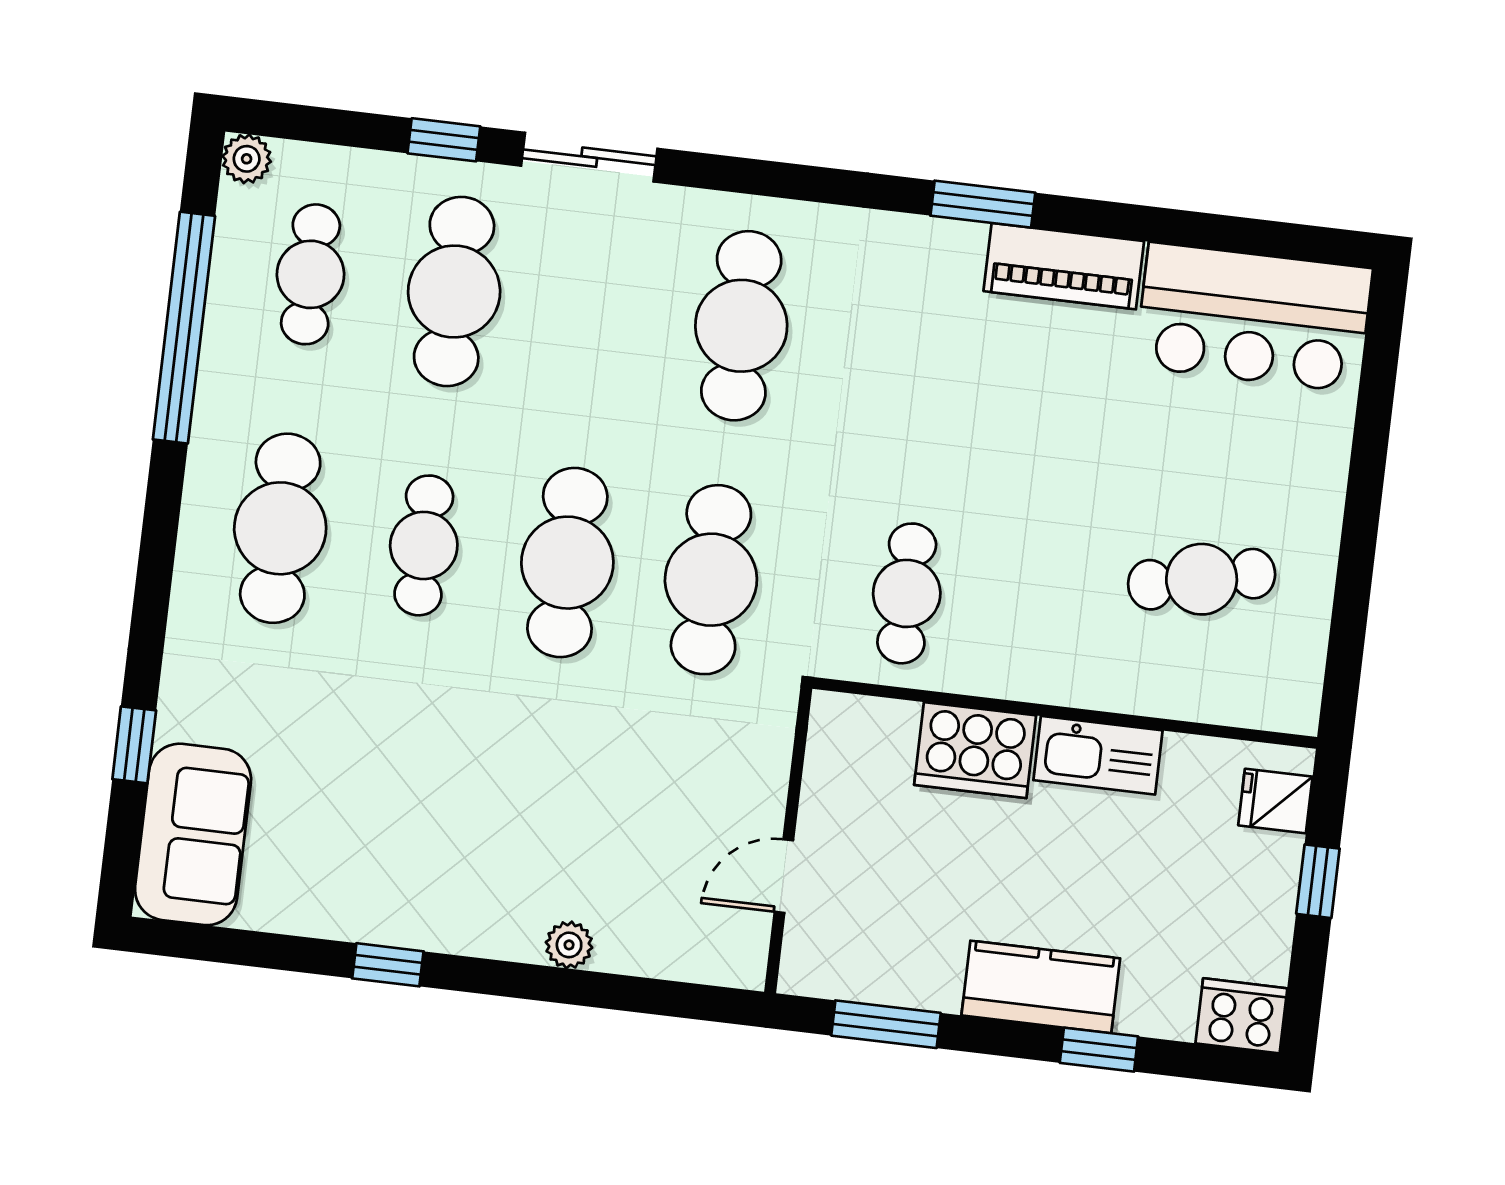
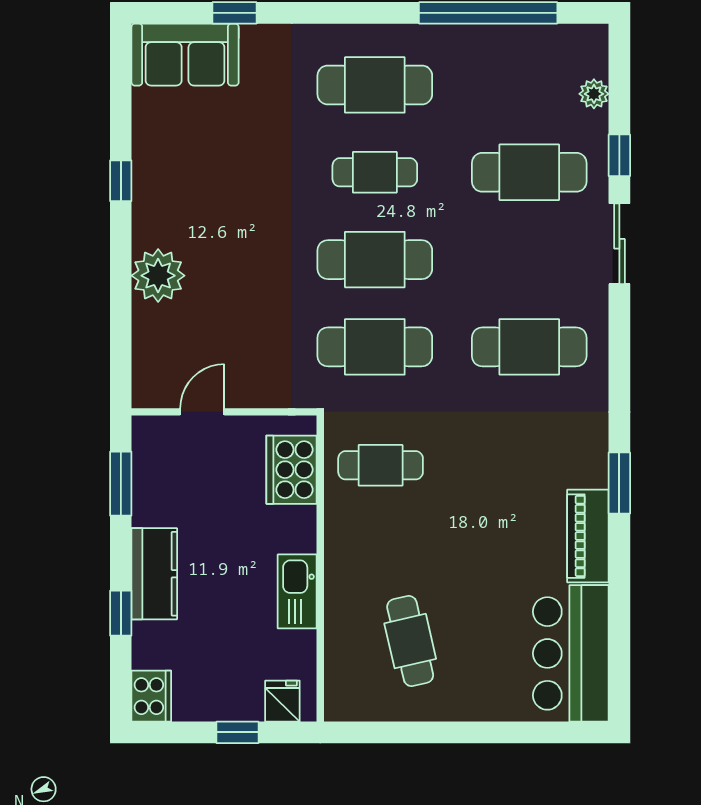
plant: (247, 159) -> (594, 94), moved
cafe table: (310, 274) -> (529, 85), removed
cooker: (975, 750) -> (291, 470), moved
door: (784, 876) -> (202, 412), hinge flipped
plant: (569, 945) -> (158, 276), width x1.88, depth x1.88

